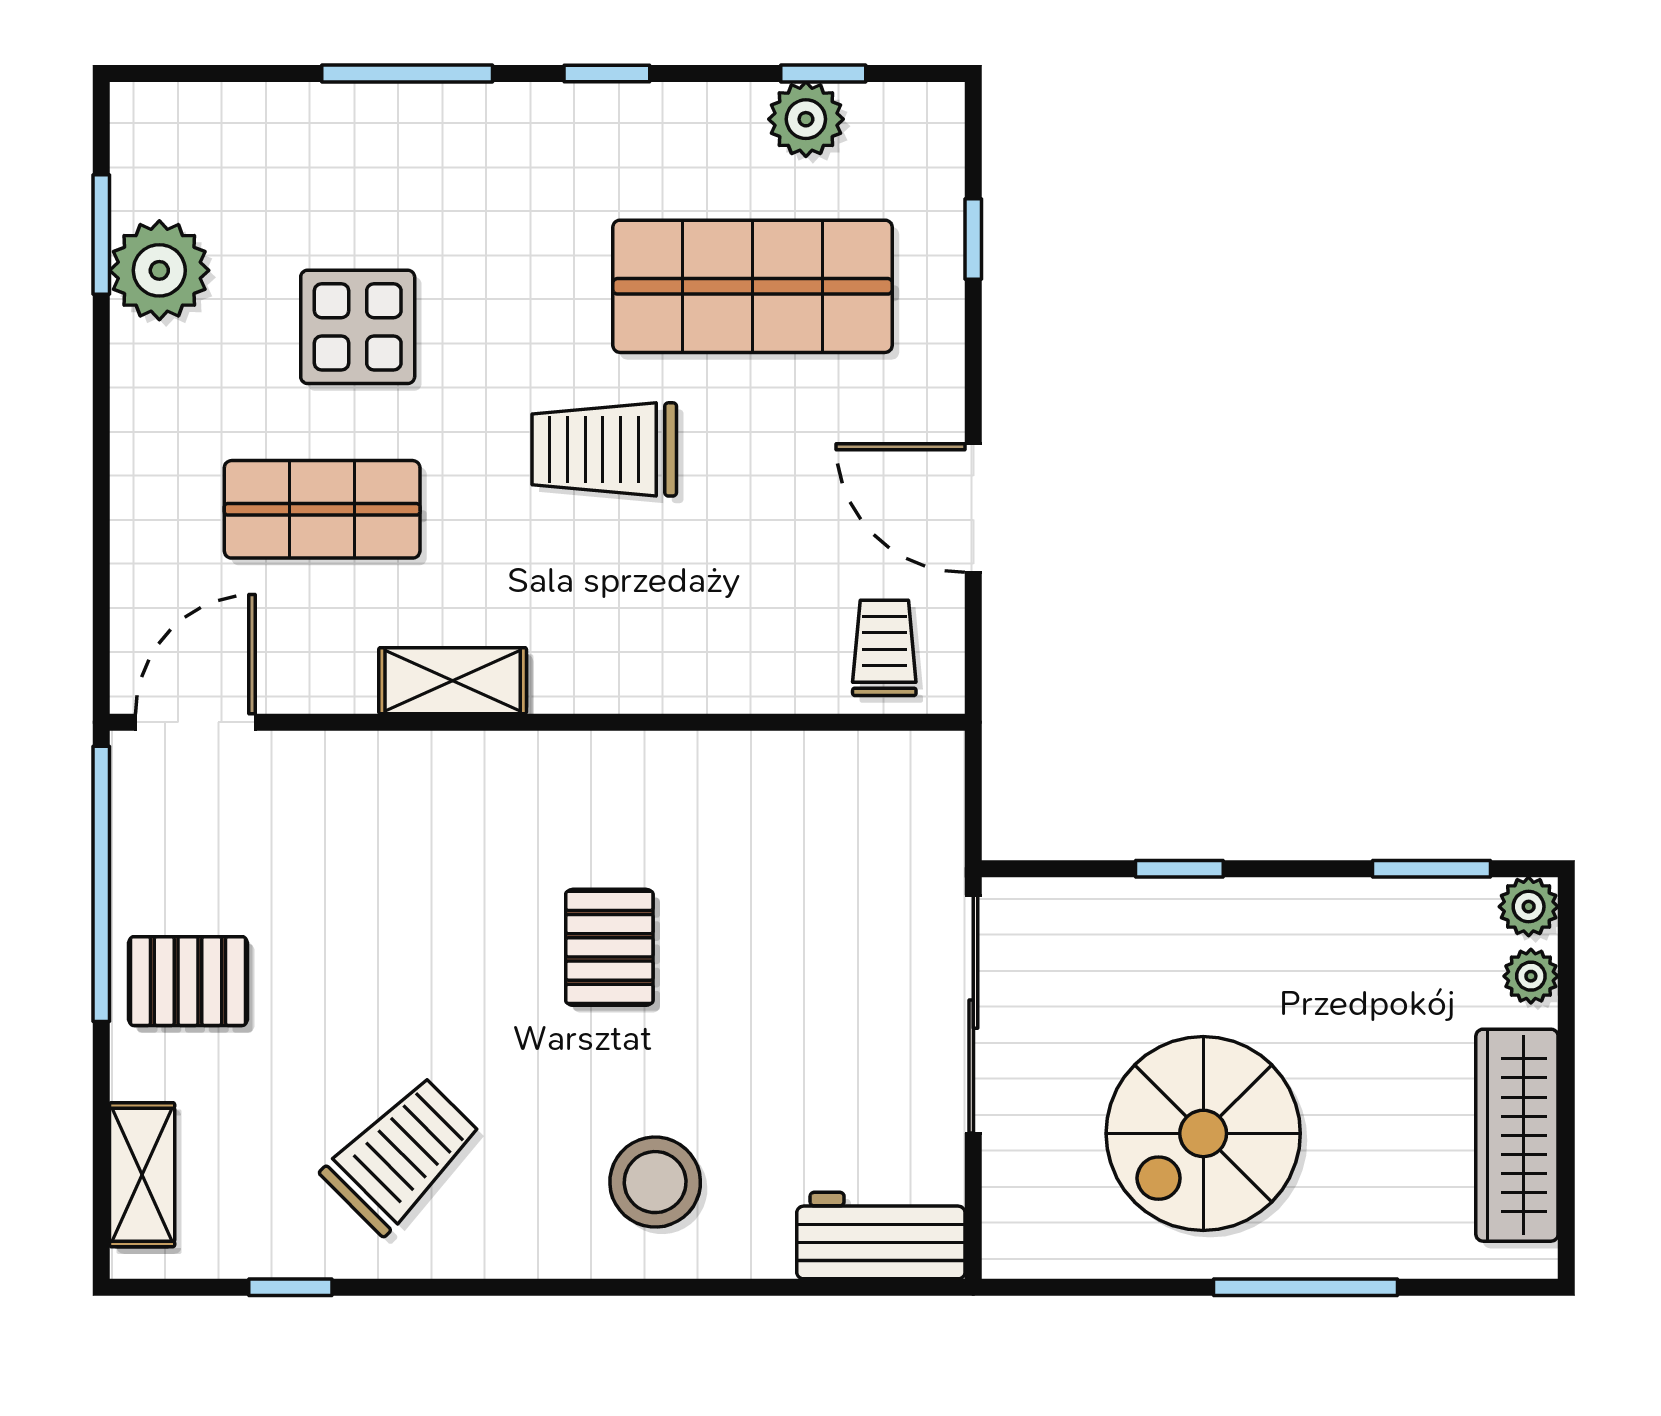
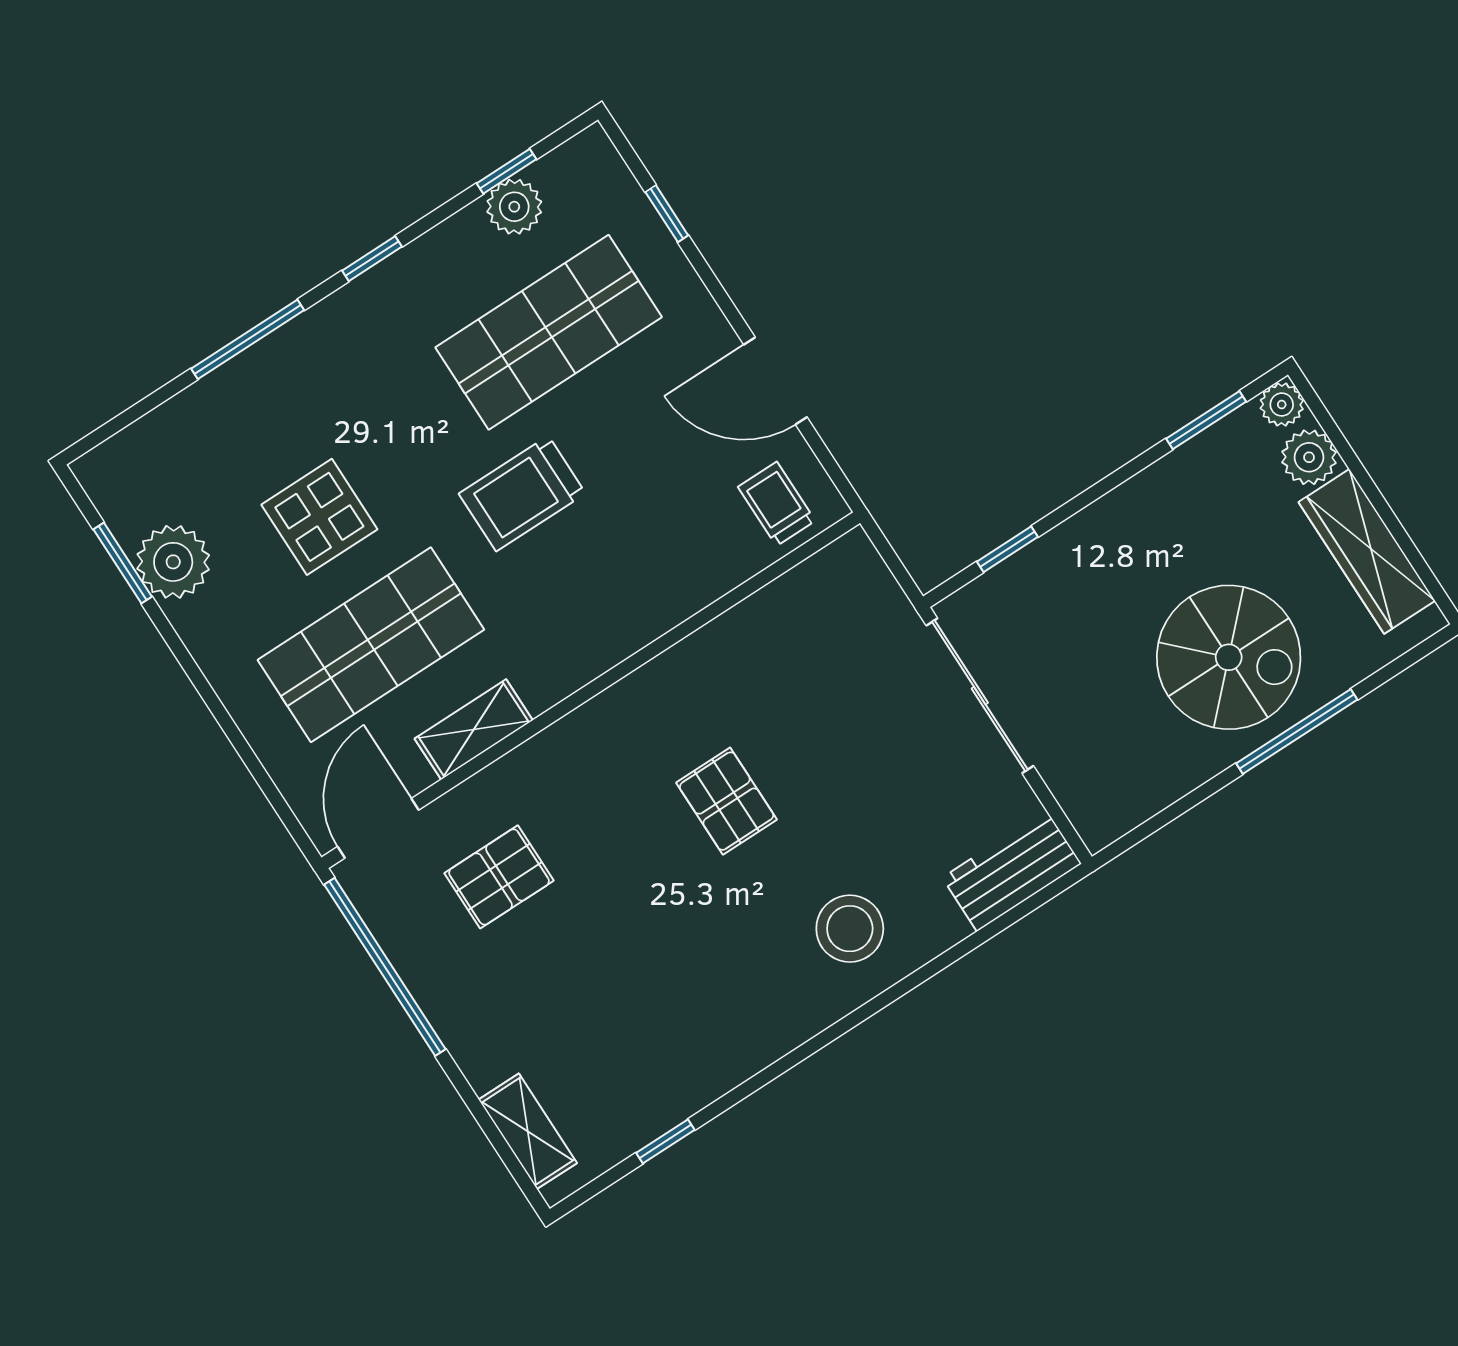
shop shelf: (322, 509) -> (371, 645), width x1.43, depth x1.36
shelving: (453, 681) -> (474, 730), moved
window: (1179, 869) -> (1007, 549), moved
plant: (1531, 976) -> (1309, 457), width x1.38, depth x1.38
pallet: (188, 981) -> (499, 877), moved
spiral stairs: (1203, 1133) -> (1229, 657), moved, turned -90
trolley: (401, 1155) -> (681, 1014), removed

